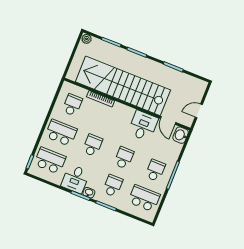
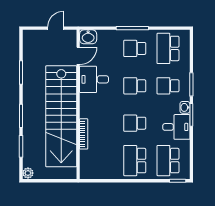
school desk: (72, 105) -> (102, 161), removed
door: (199, 111) -> (56, 28), swing flipped

